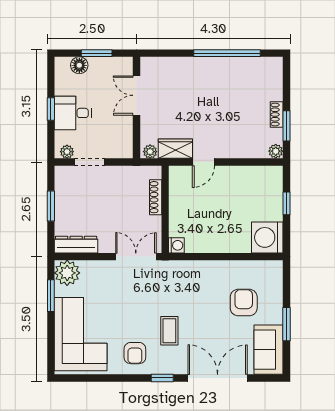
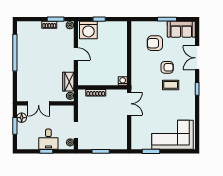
floor lamp: (79, 65) -> (22, 118), moved
door: (203, 162) -> (76, 54), moved
washing machine: (267, 237) -> (88, 30), moved
dresser: (76, 245) -> (122, 137), removed
double door: (136, 257) -> (129, 104), swing flipped
plant: (67, 273) -> (138, 142), removed
armchair: (135, 353) -> (167, 67), moved
double door: (218, 378) -> (197, 58), width x0.73

